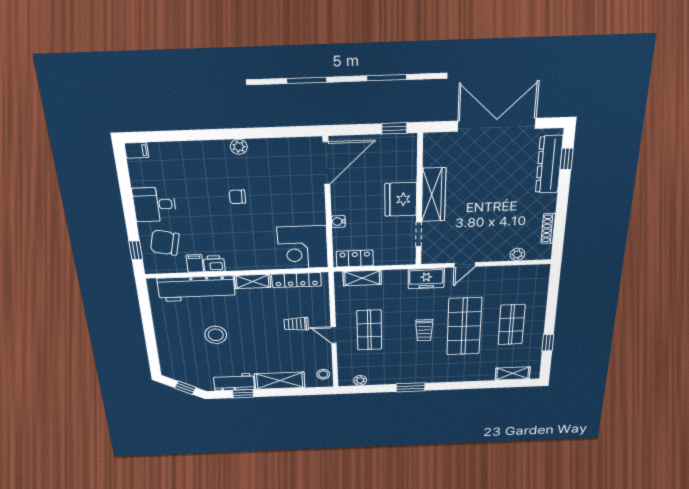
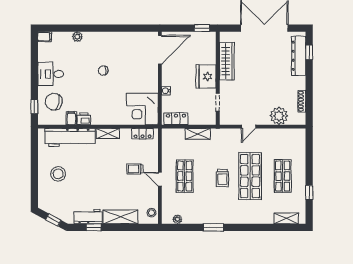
plant: (239, 147) -> (77, 37), moved
wardrobe: (434, 195) -> (227, 61), moved
plant: (517, 254) -> (279, 116), width x1.87, depth x1.87
shelving: (362, 278) -> (198, 134), moved
freezer: (426, 278) -> (223, 136), removed
locker: (297, 280) -> (143, 134), width x0.66
stool: (216, 335) -> (58, 174), moved

